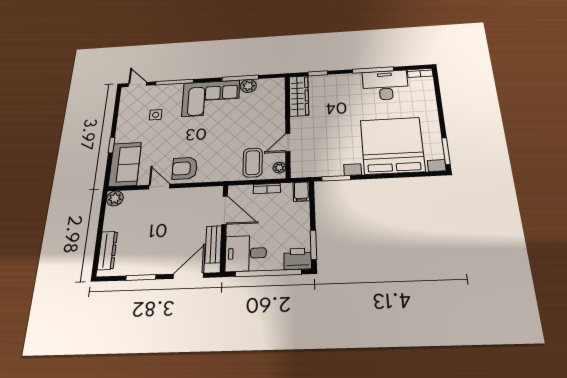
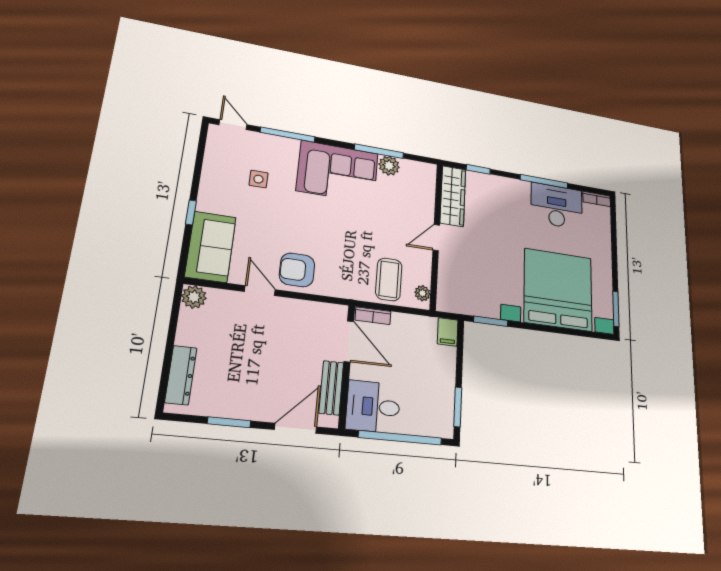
door: (288, 143) -> (436, 238), moved
bookcase: (267, 189) -> (373, 316), moved
printer: (298, 259) -> (438, 423), removed

